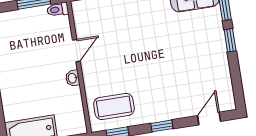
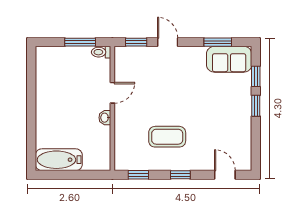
coffee table: (114, 106) -> (167, 137), moved
door: (209, 118) -> (225, 175), hinge flipped

